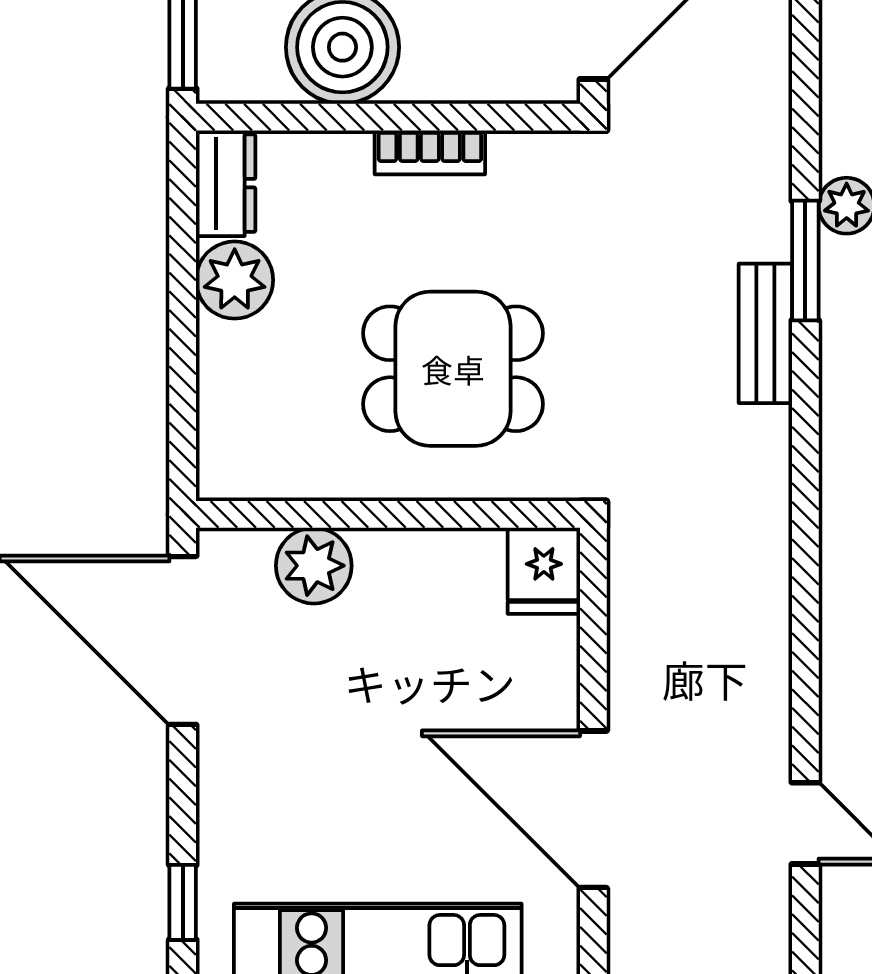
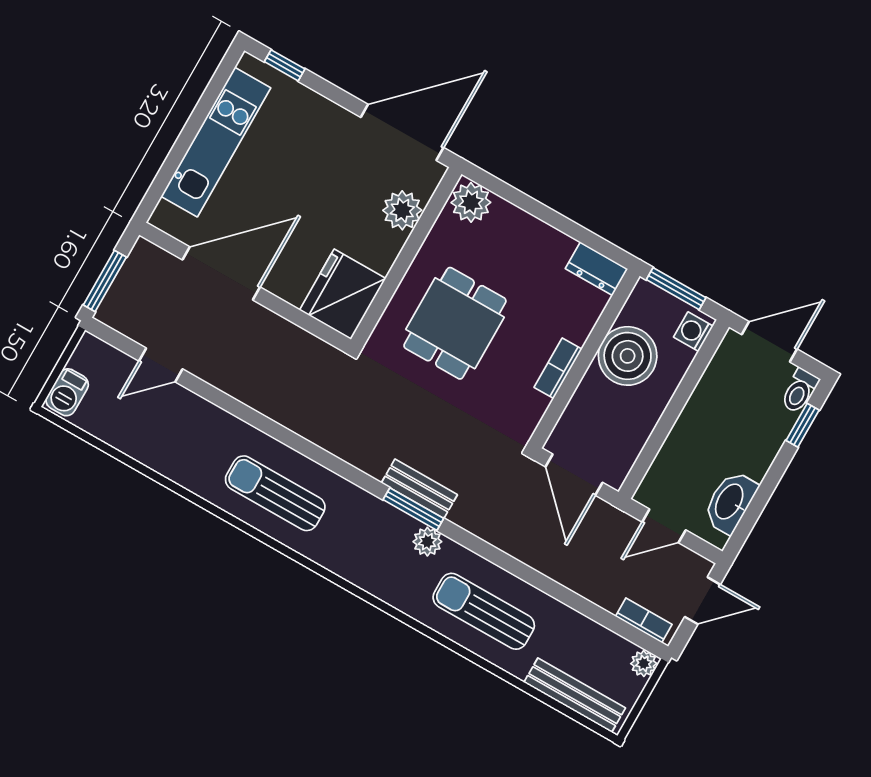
plant: (235, 280) -> (471, 202), moved
bench: (765, 333) -> (419, 489), moved
fridge: (544, 571) -> (343, 294), width x1.88, depth x1.34

